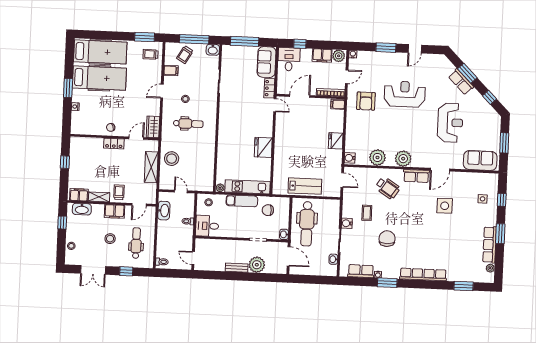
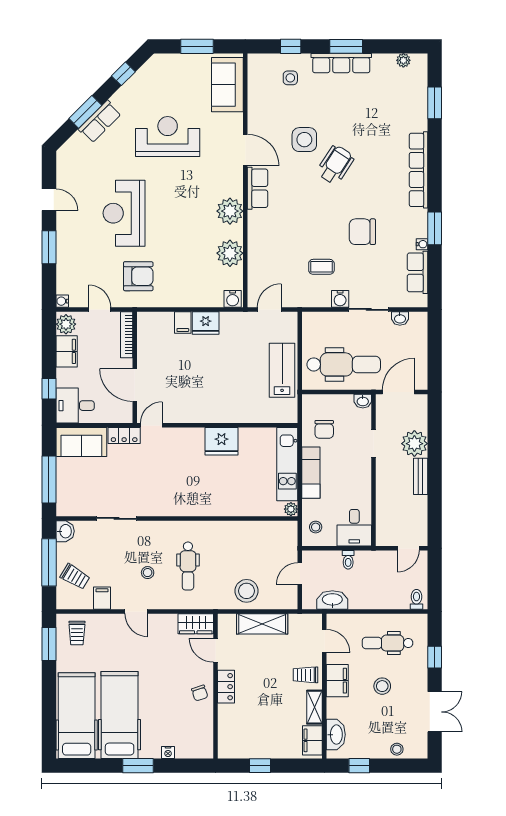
filing cabinet: (338, 104) -> (183, 322), moved
dental chair: (188, 124) -> (188, 566), turned 180
wheelchair: (388, 188) -> (335, 165), moved
row of seats: (490, 245) -> (341, 63), moved

